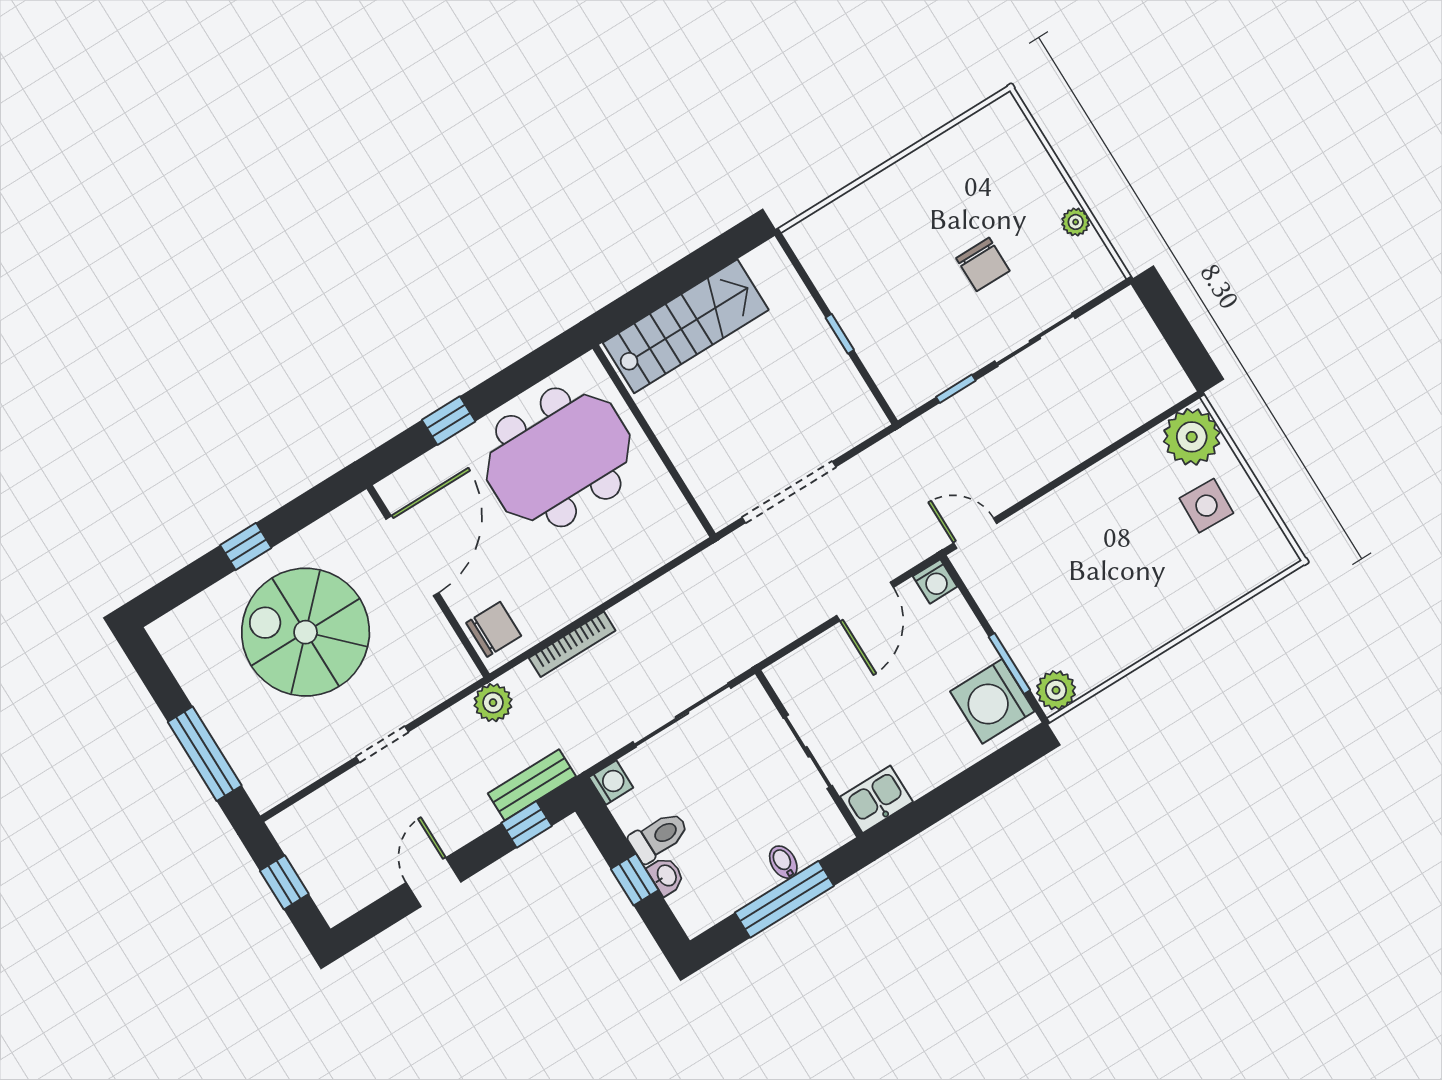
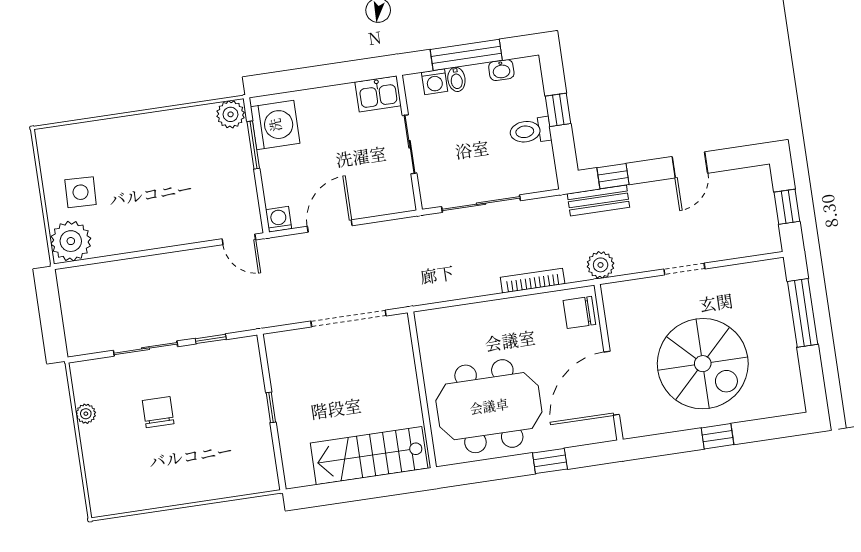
washing machine: (611, 782) -> (435, 82), moved, turned -90
washbasin: (666, 876) -> (501, 70), moved, turned -90

